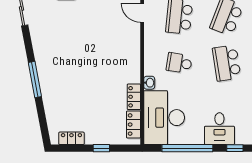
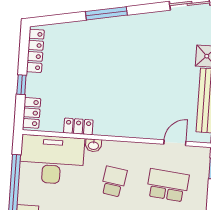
locker: (134, 125) -> (32, 113), moved, turned 90
locker: (71, 138) -> (35, 51), width x1.53

